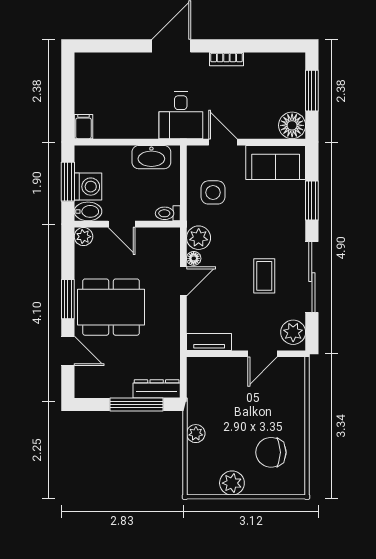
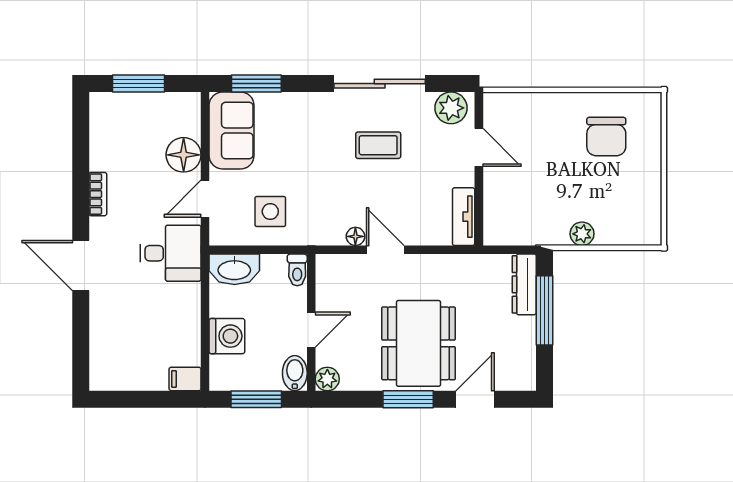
floor lamp: (292, 125) -> (184, 155), moved
washbasin: (151, 157) -> (234, 269), moved, turned 90
washing machine: (88, 187) -> (227, 336), moved, turned 90
window: (312, 201) -> (256, 84), moved
plant: (199, 238) -> (329, 230), removed
plant: (232, 483) -> (646, 187), removed

